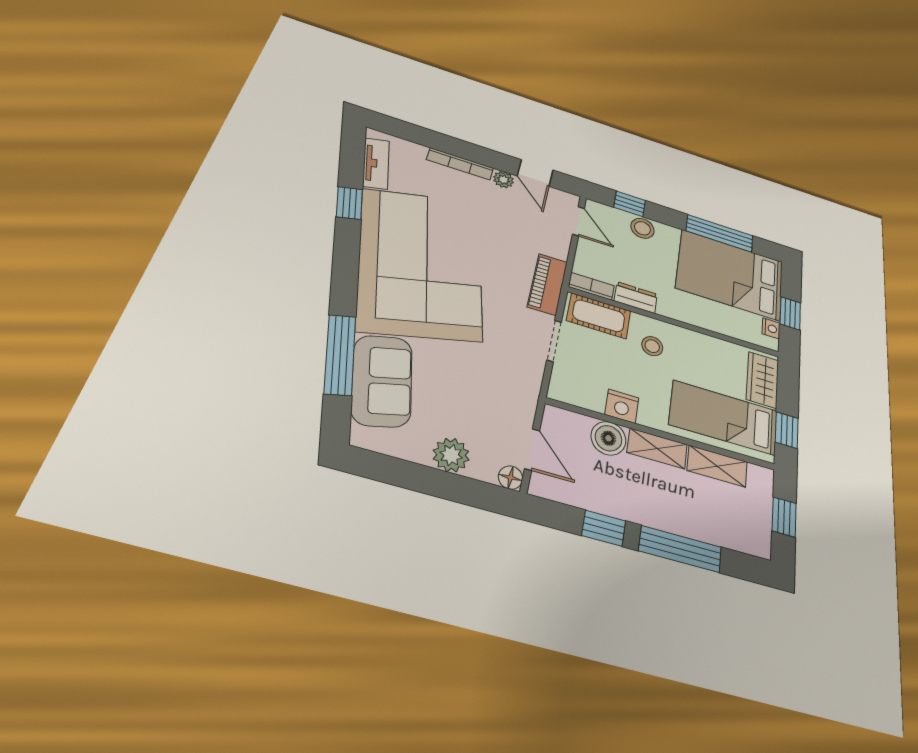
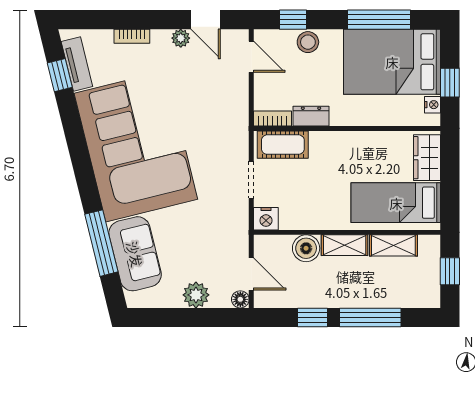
bookcase: (460, 164) -> (132, 36), width x0.64
window: (349, 203) -> (60, 75), moved
piano: (547, 284) -> (237, 130), removed
stool: (652, 346) -> (330, 158), removed
nightstand: (622, 406) -> (266, 219), moved
window: (787, 430) -> (450, 197), removed

